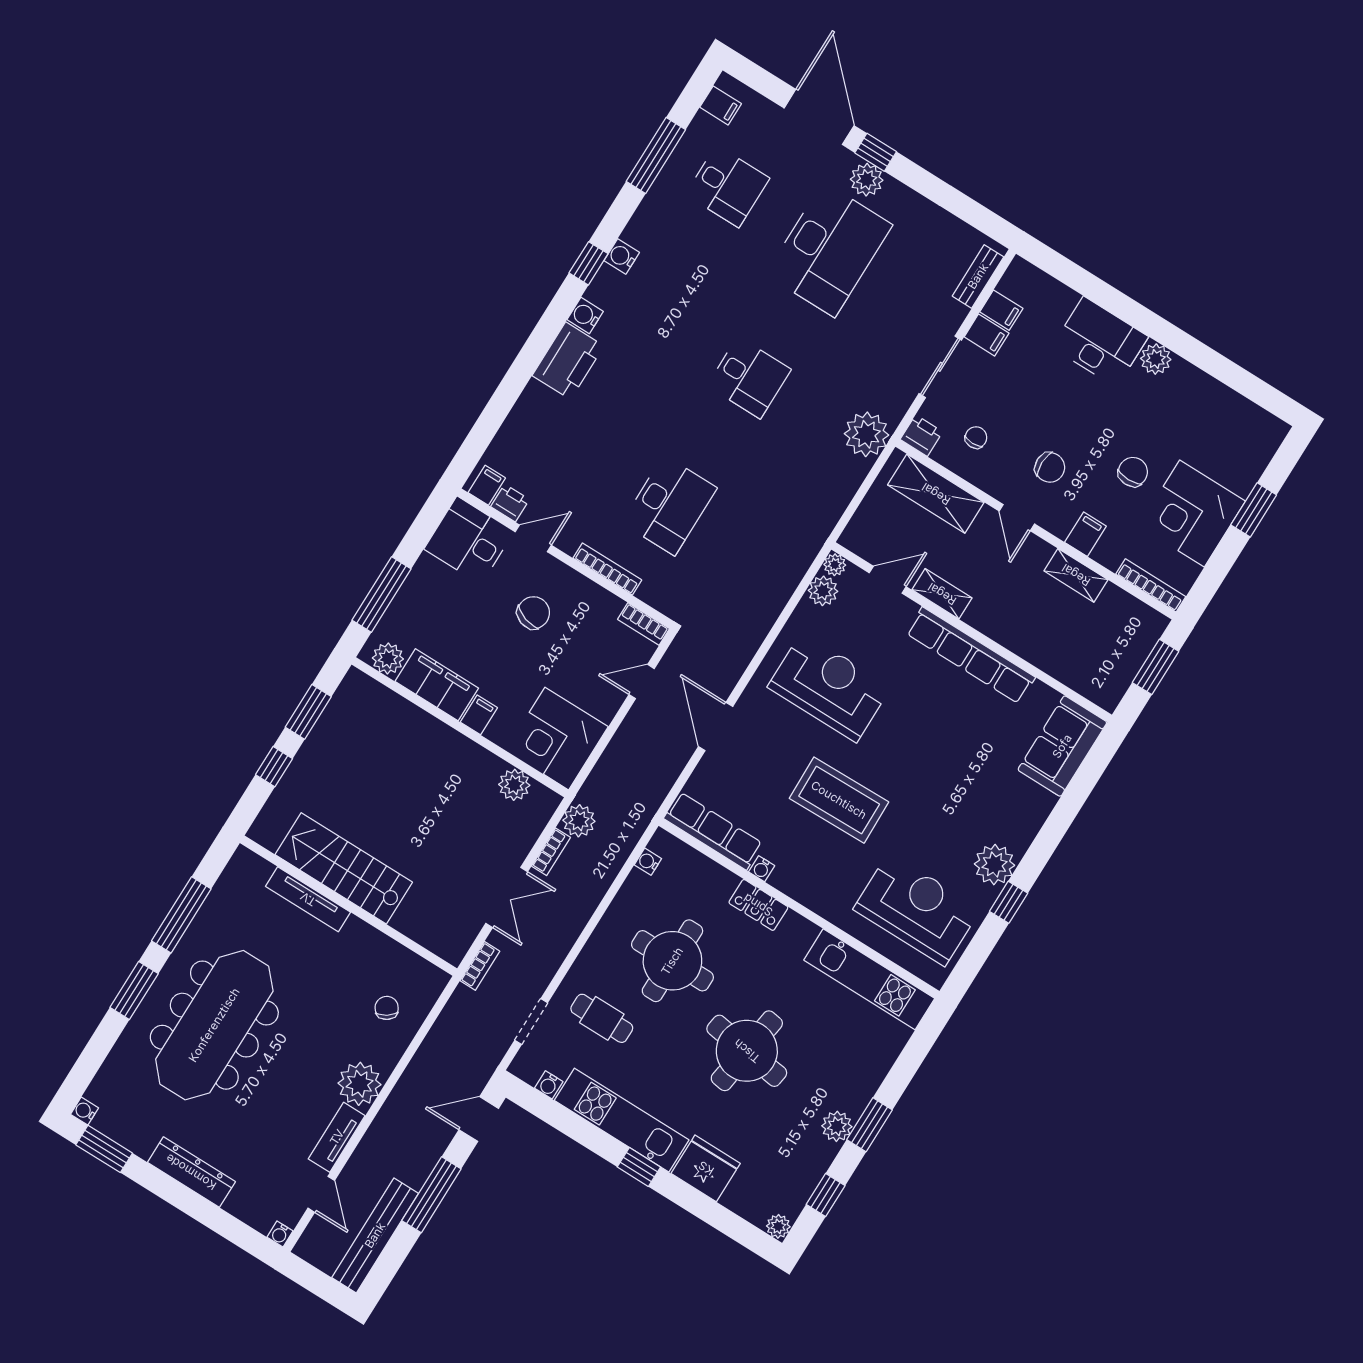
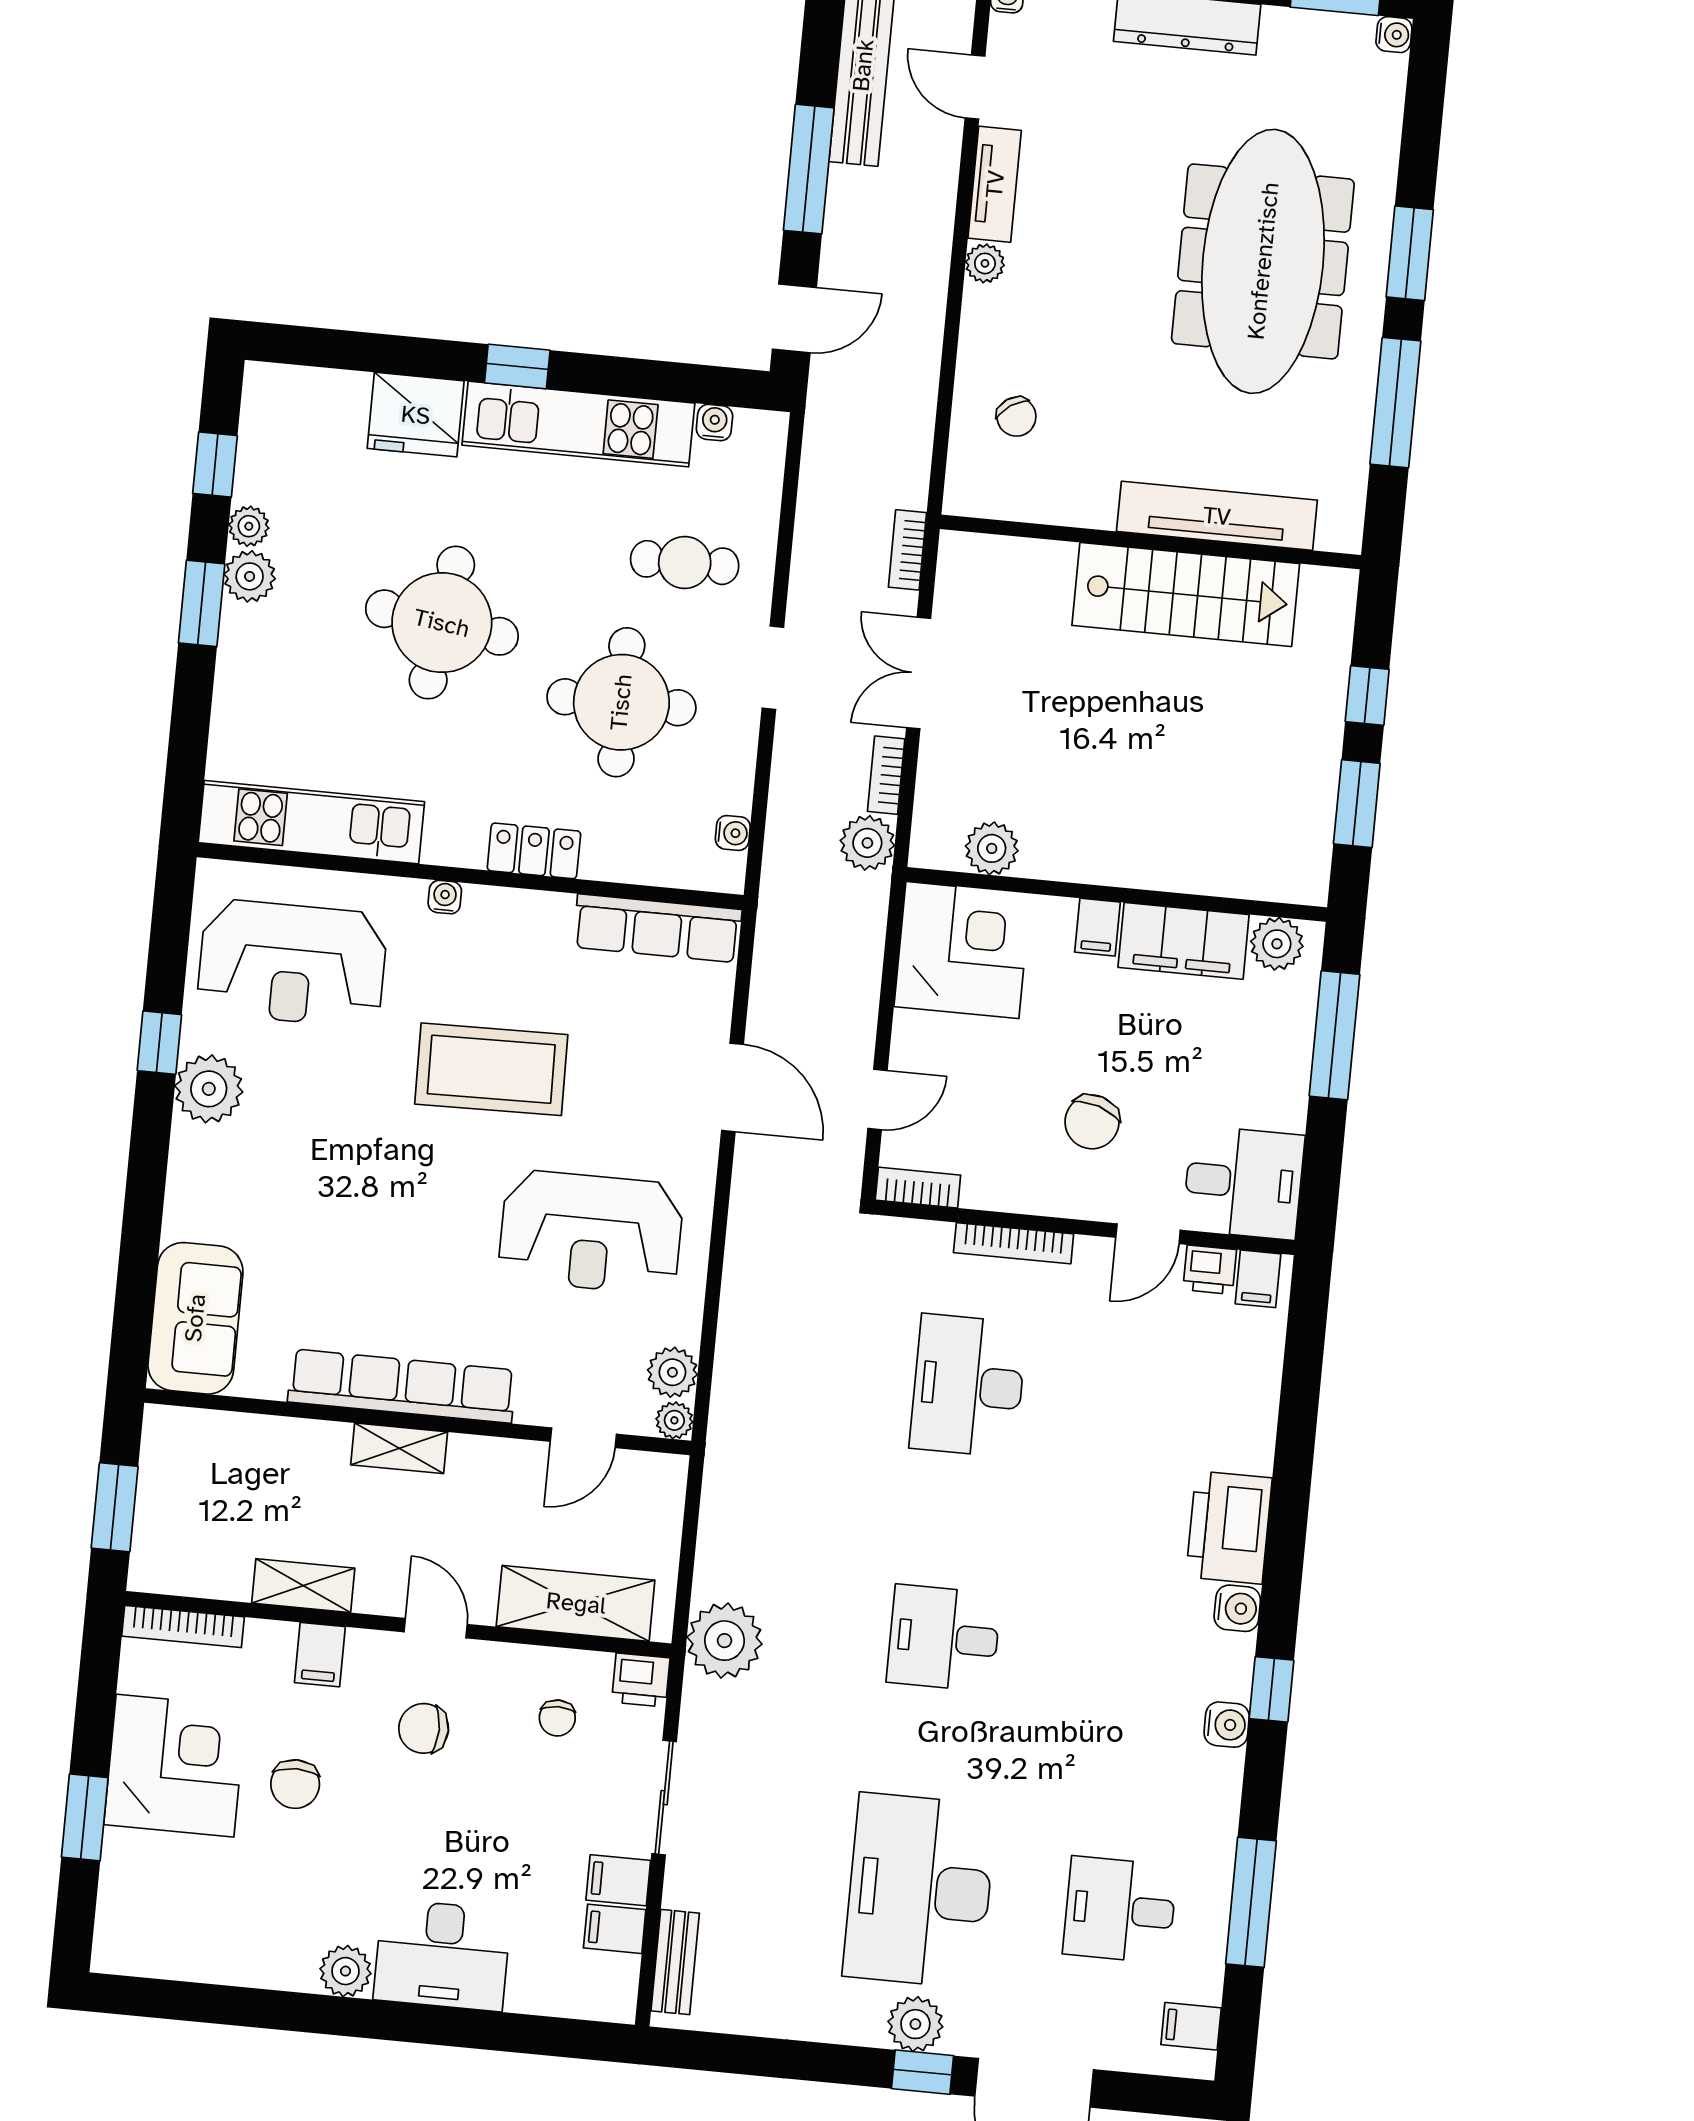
shelving: (942, 594) -> (399, 1448), moved
water cooler: (762, 869) -> (445, 897), moved
tv unit: (308, 899) -> (1217, 516), width x1.36, depth x1.29
doorway: (531, 1022) -> (773, 668), moved
plant: (359, 1084) -> (985, 263), width x0.53, depth x0.53
plant: (778, 1226) -> (249, 526), moved

